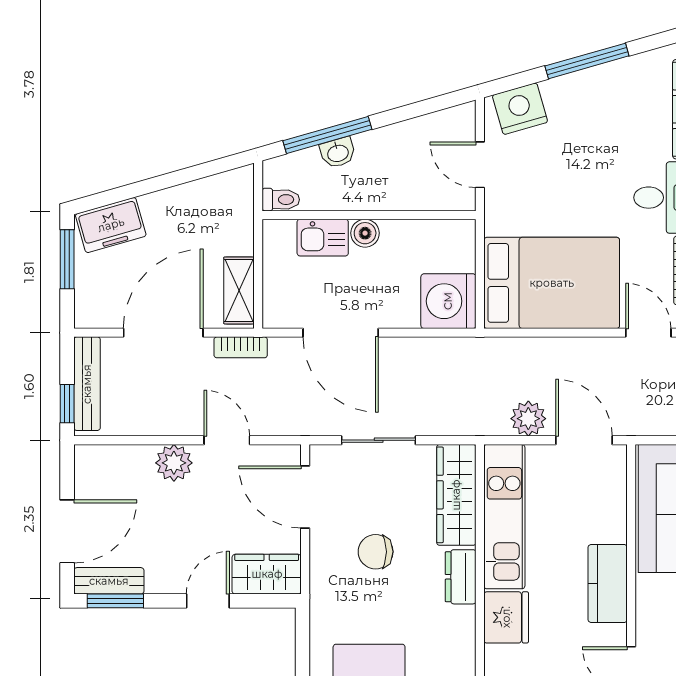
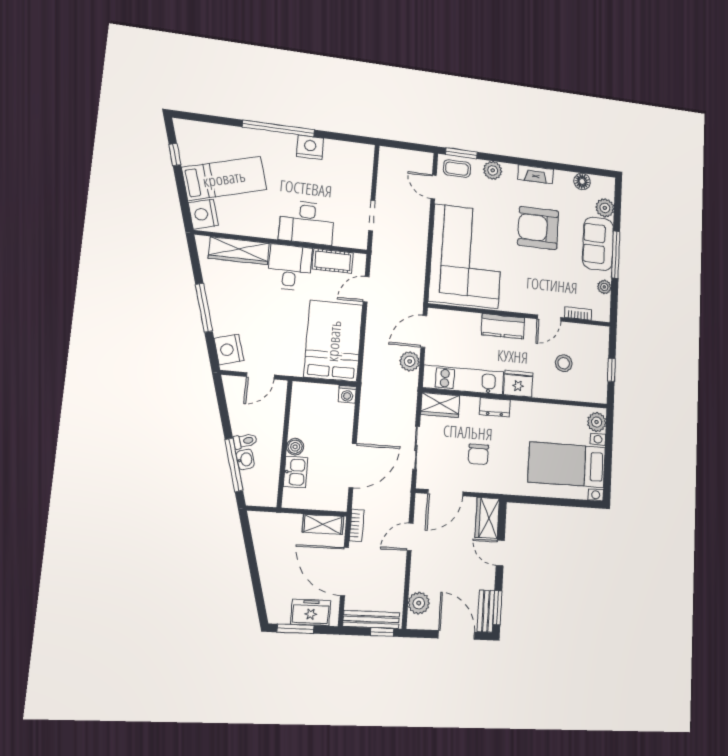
toilet: (281, 200) -> (245, 441), moved, turned 74
freezer: (111, 225) -> (311, 612), moved, turned -74
washing machine: (448, 301) -> (347, 394), width x0.53, depth x0.53
plant: (174, 463) -> (419, 603), moved
wardrobe: (456, 495) -> (440, 405), width x0.67

